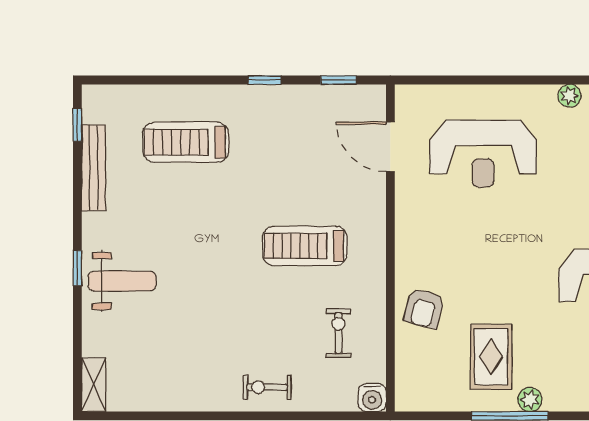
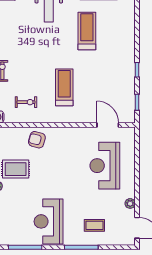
treadmill: (186, 142) -> (87, 31), moved
door: (390, 147) -> (108, 125), hinge flipped

